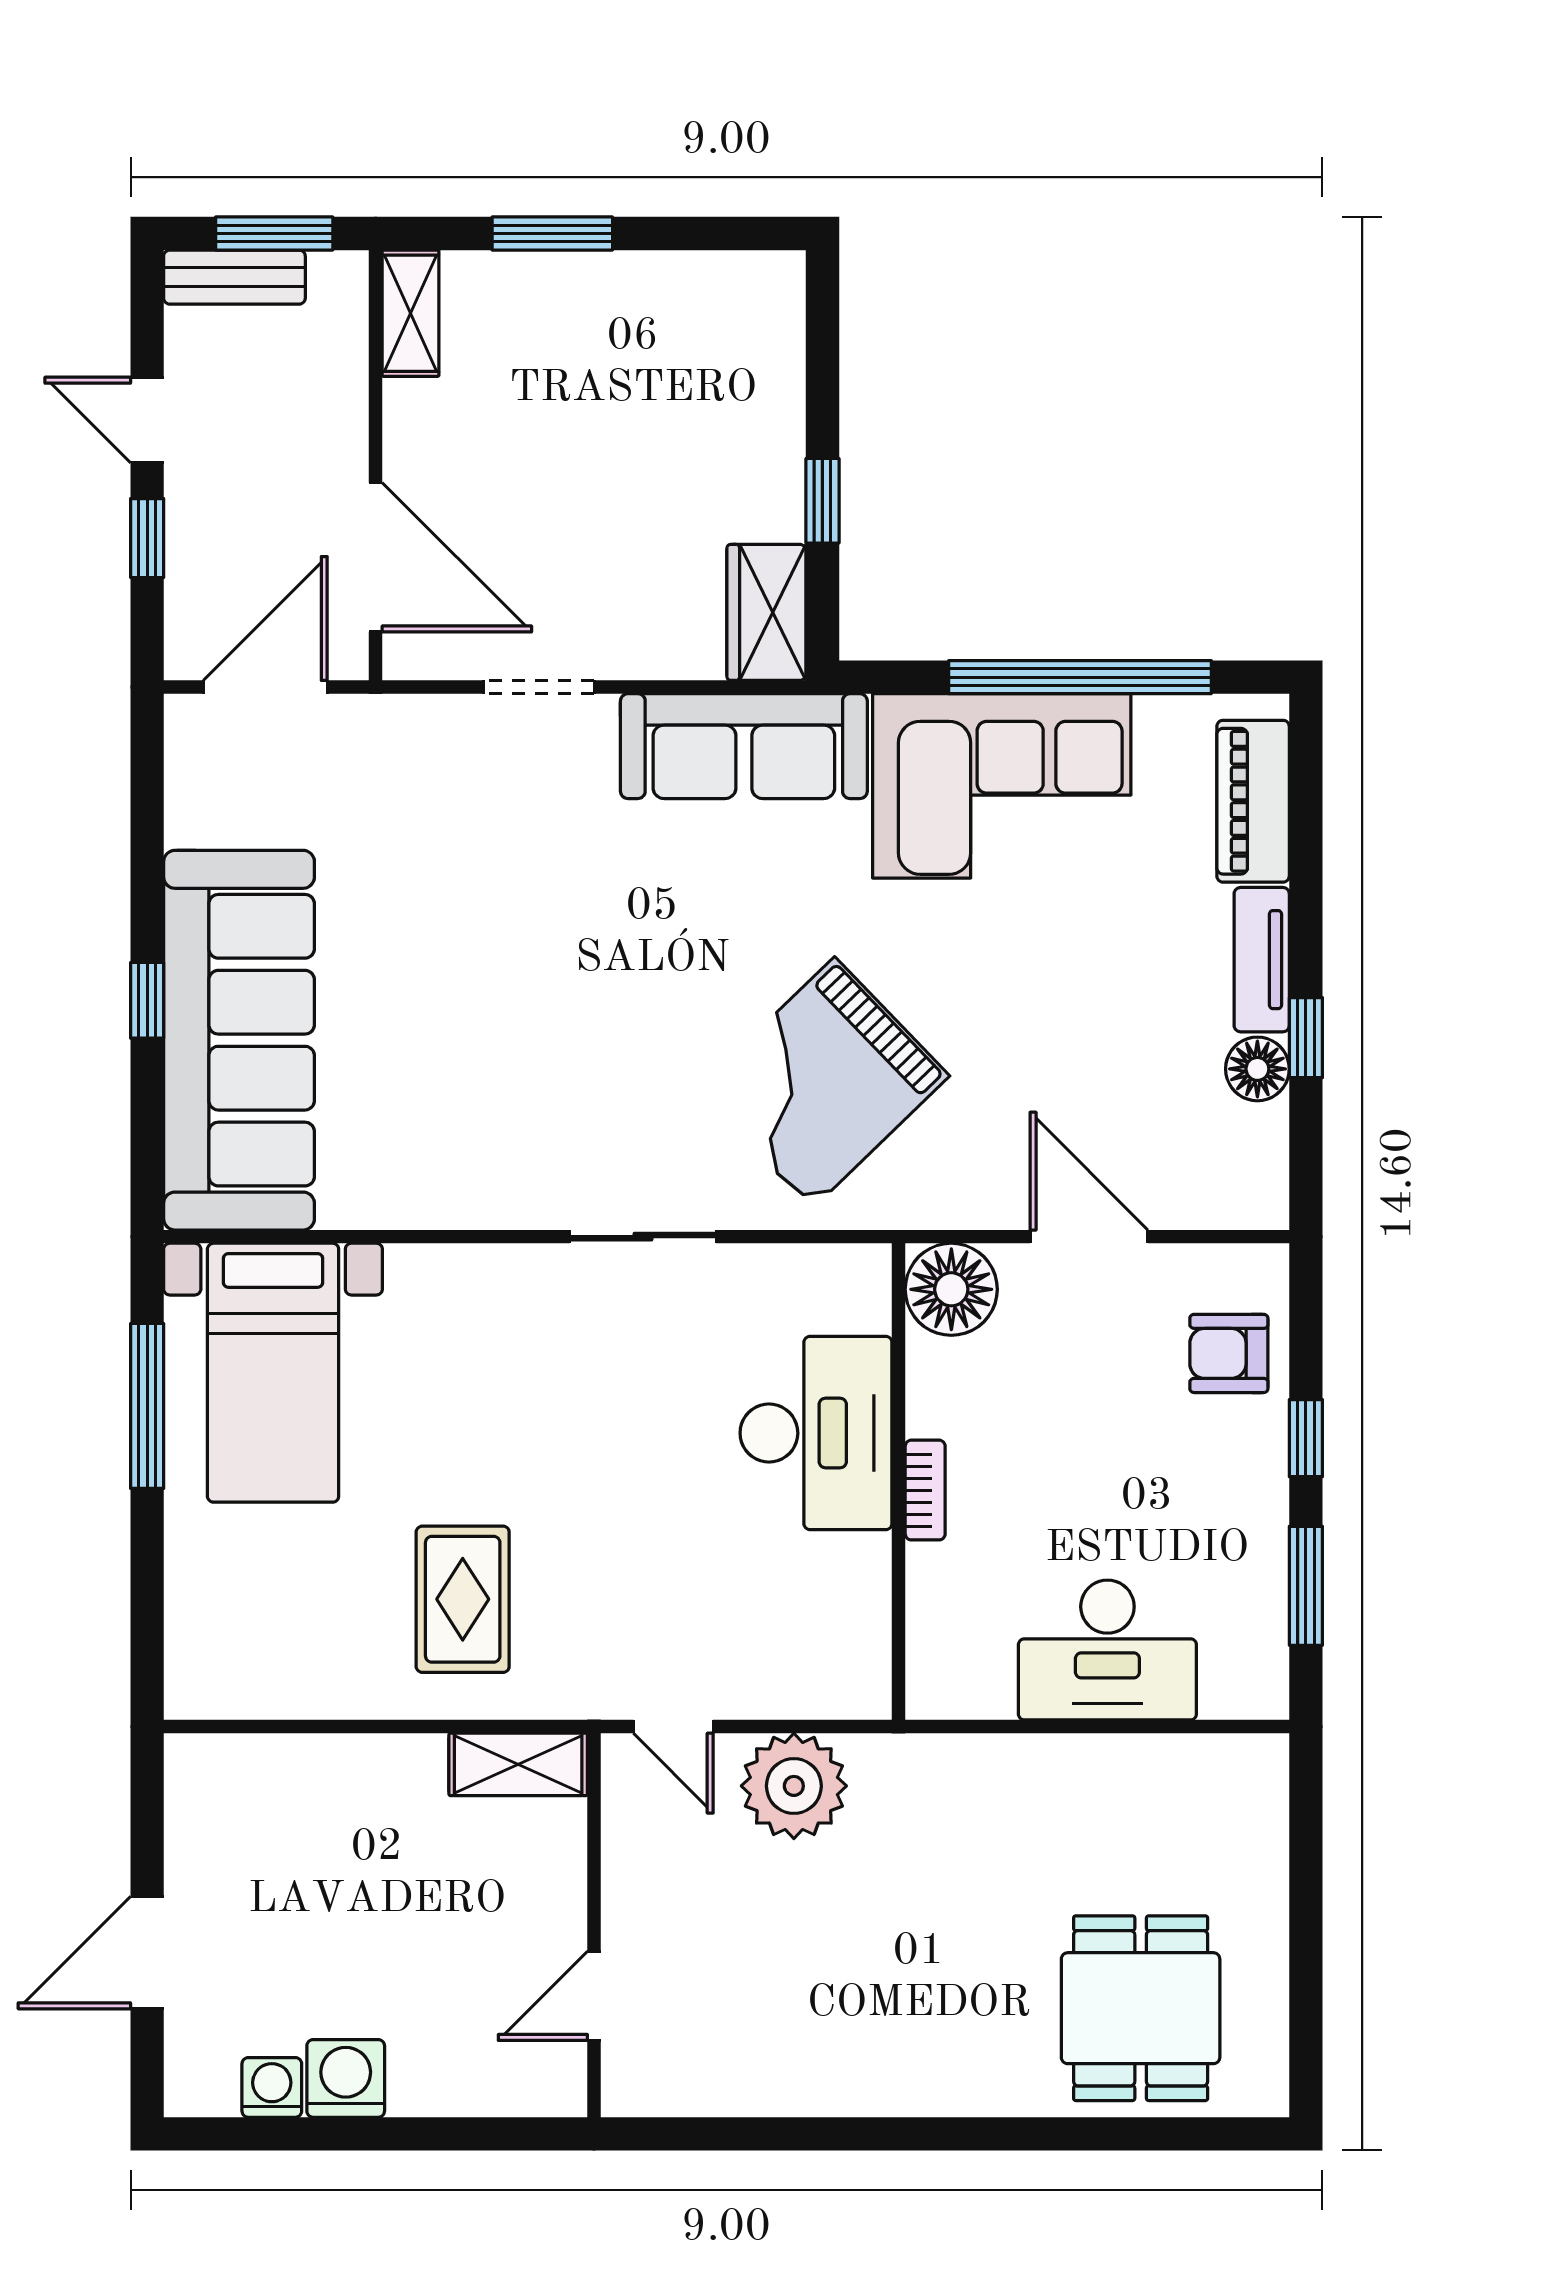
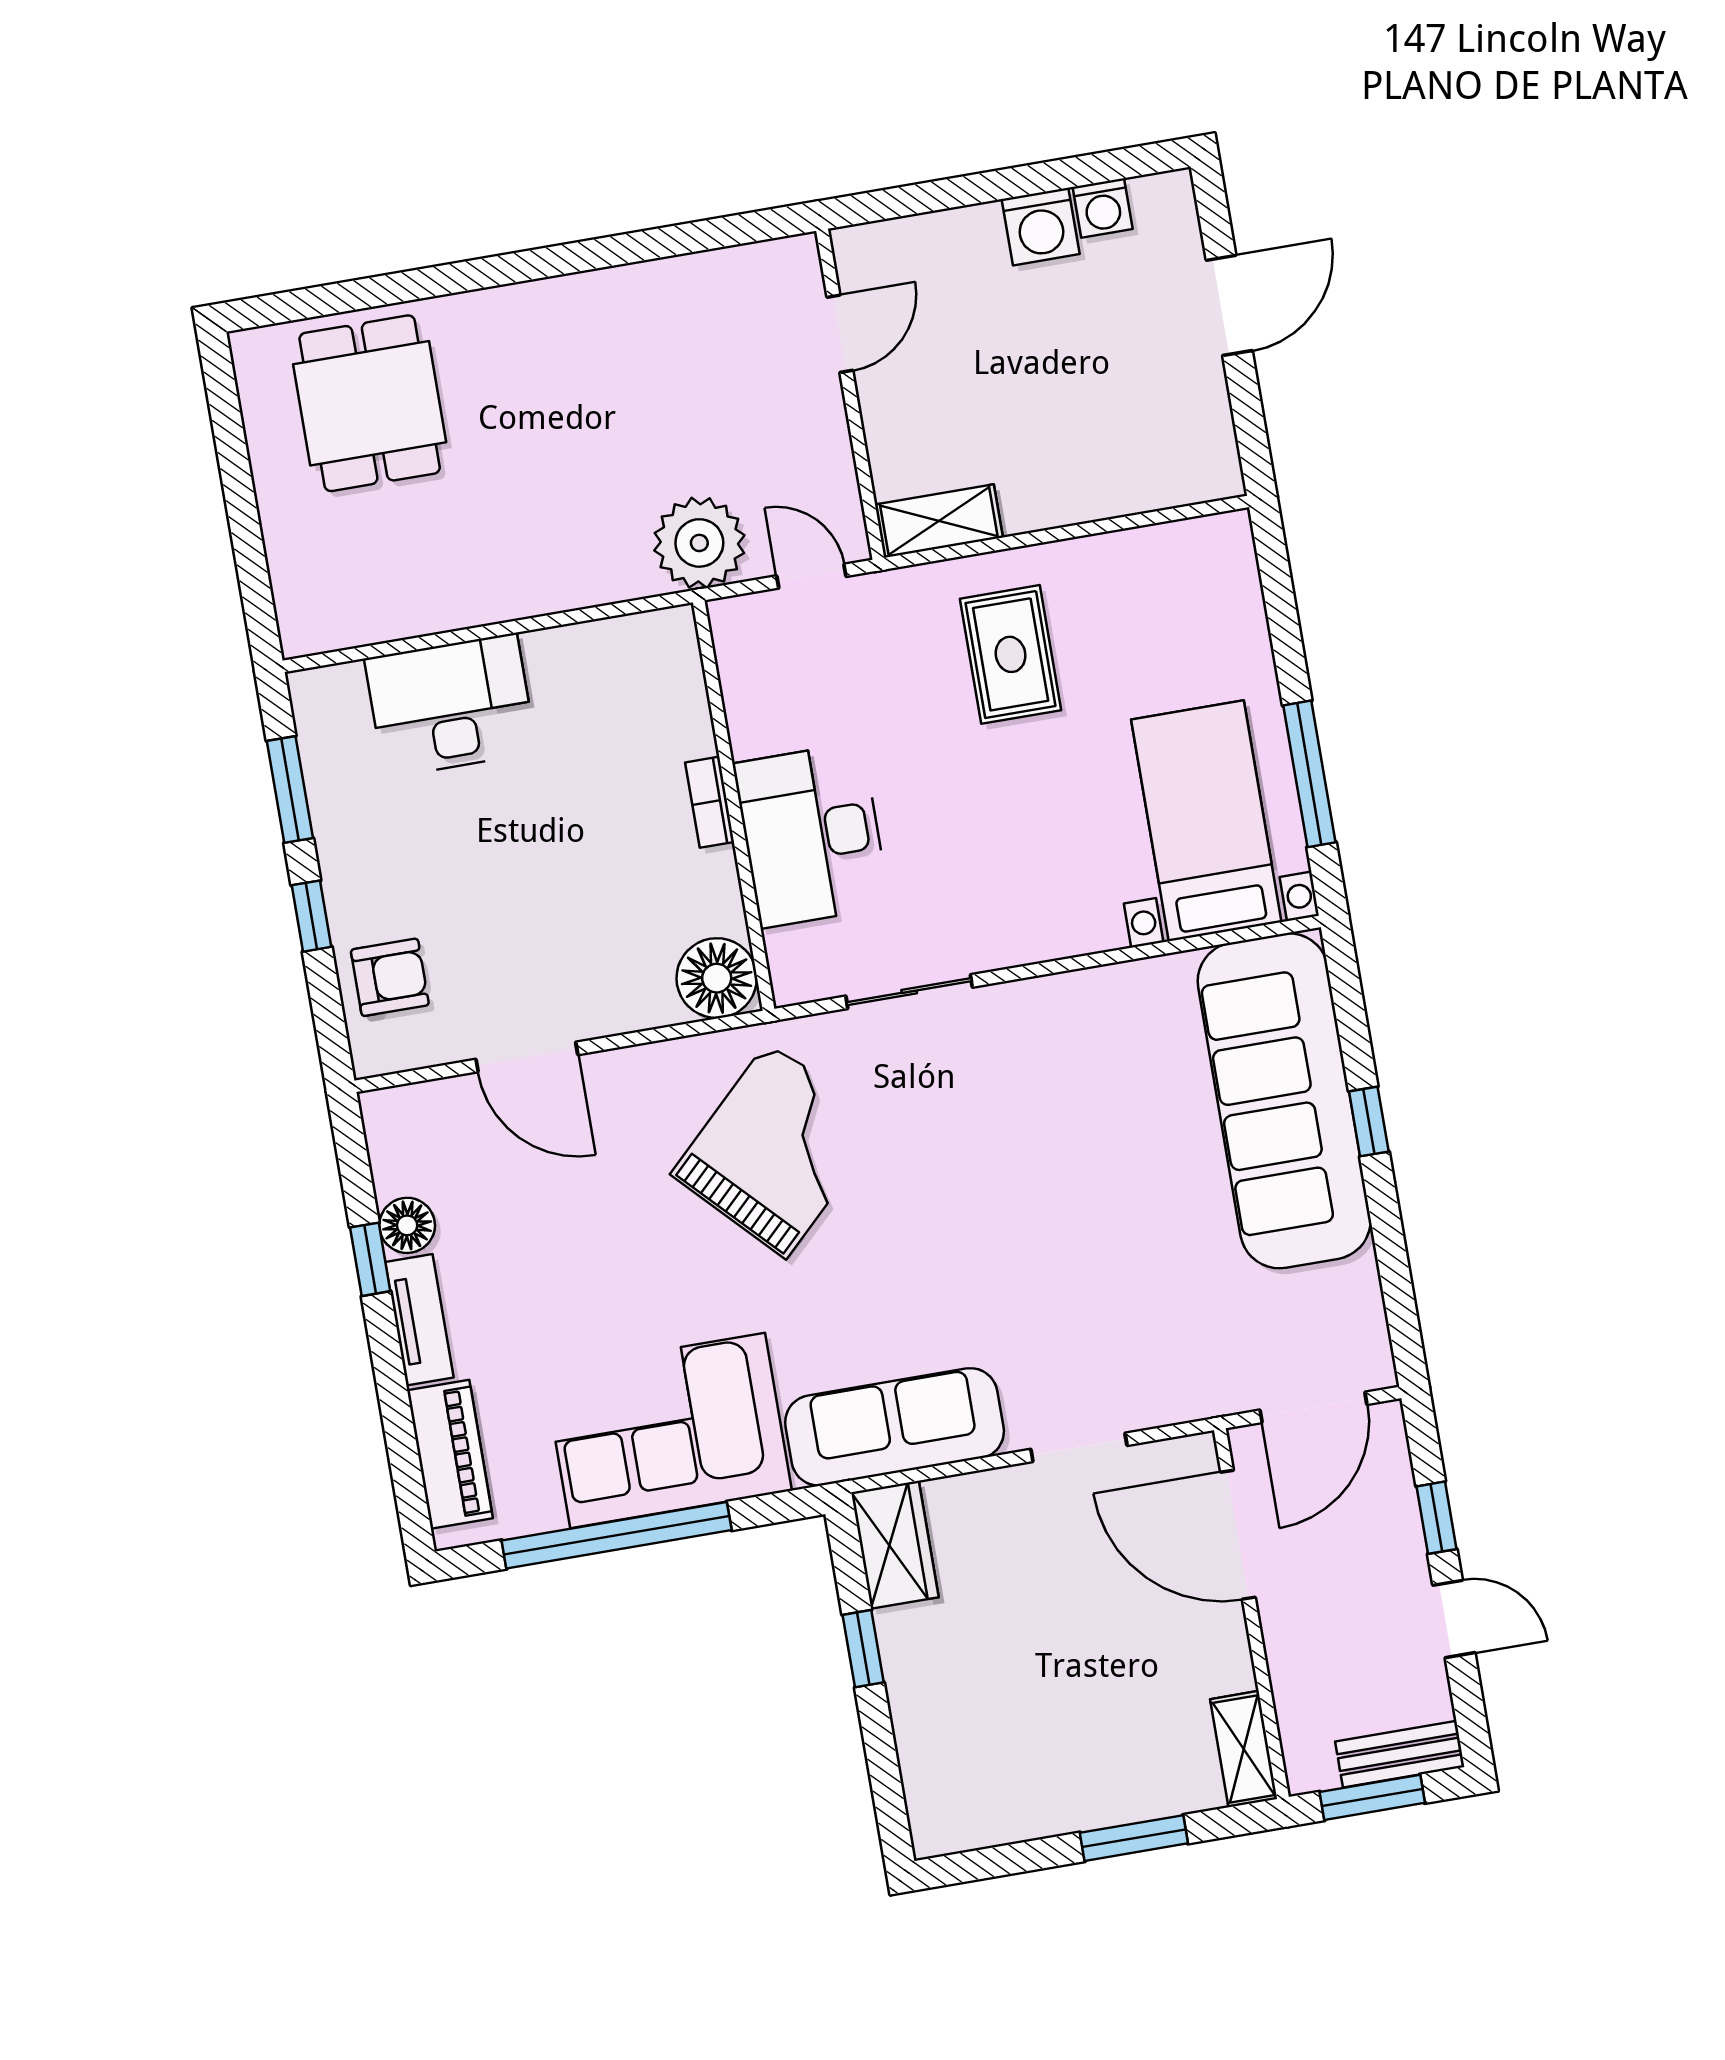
floor lamp: (951, 1289) -> (717, 978), moved
desk: (816, 1433) -> (812, 835), moved
wall: (899, 1482) -> (734, 806), moved
bookcase: (925, 1490) -> (710, 802), moved

